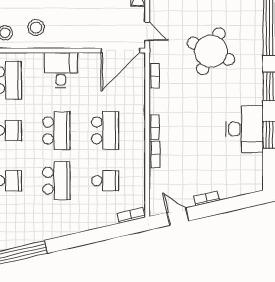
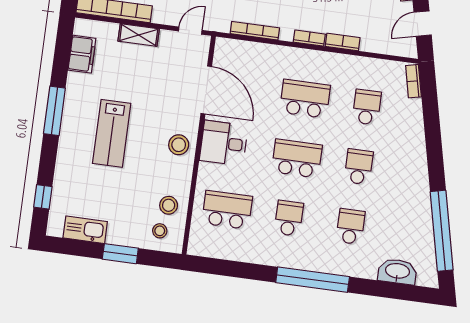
stool: (36, 28) -> (179, 145), moved
door: (121, 50) -> (206, 90), moved
bookcase: (154, 76) -> (255, 31), width x1.56
school desk: (56, 181) -> (359, 167), width x0.54

